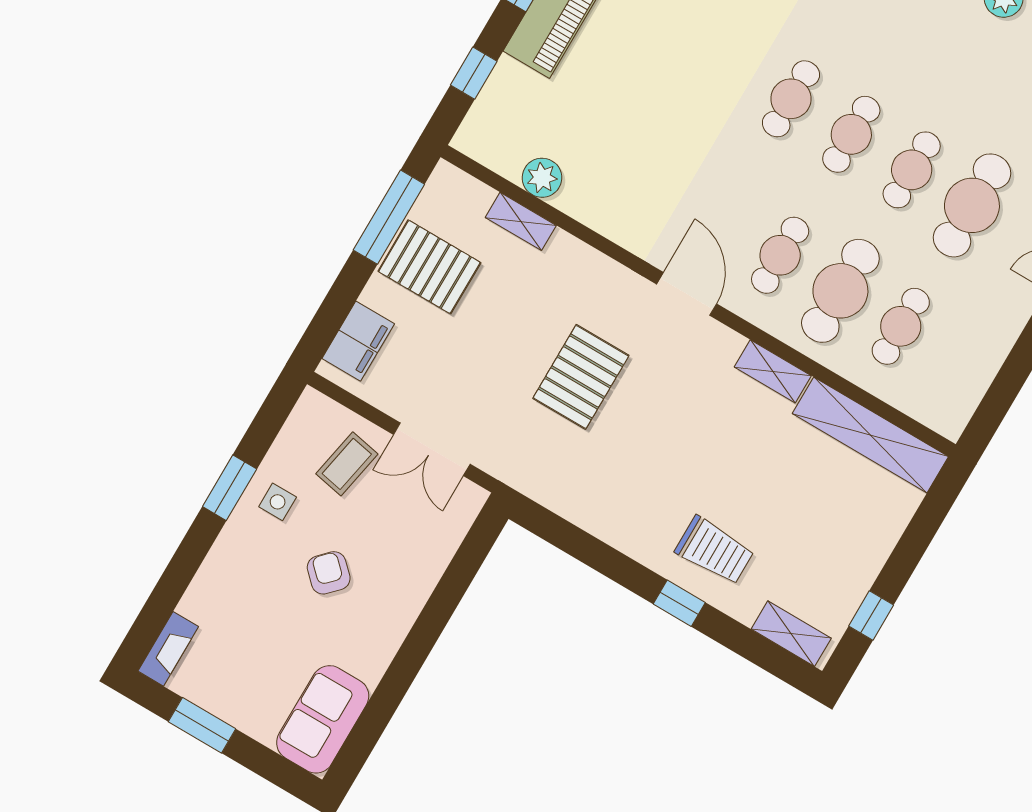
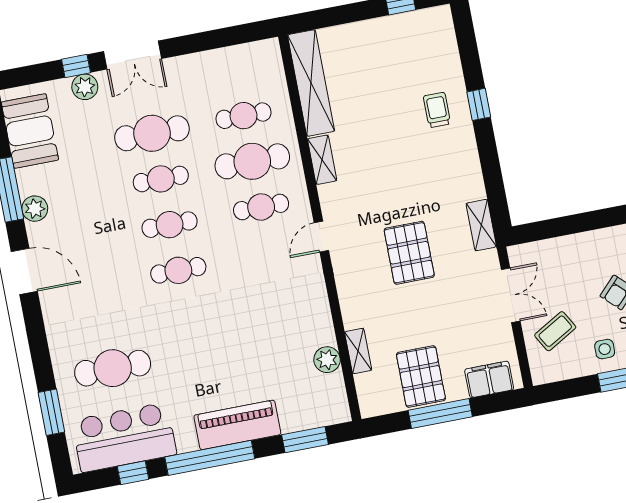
window: (474, 73) -> (305, 440), width x1.50
window: (389, 217) -> (440, 414), moved
door: (687, 294) -> (321, 237), width x0.73
pallet: (581, 377) -> (409, 253), turned 90
coffee table: (347, 464) -> (555, 331), turned -41
trolley: (715, 551) -> (437, 110), width x0.73, depth x0.72
shelving: (791, 634) -> (481, 225), moved

